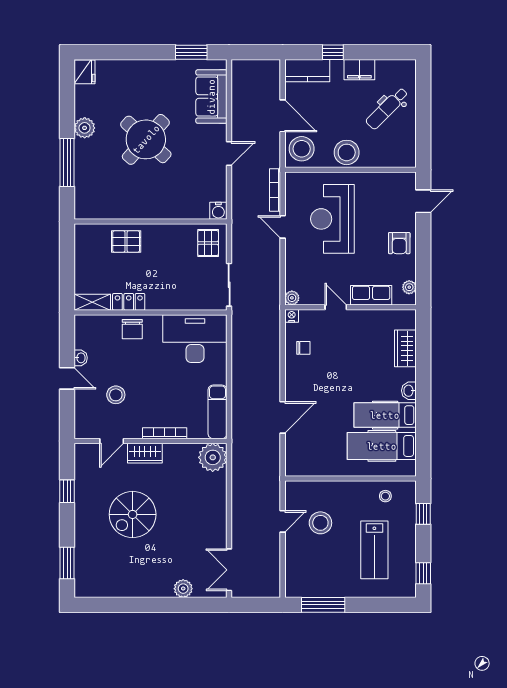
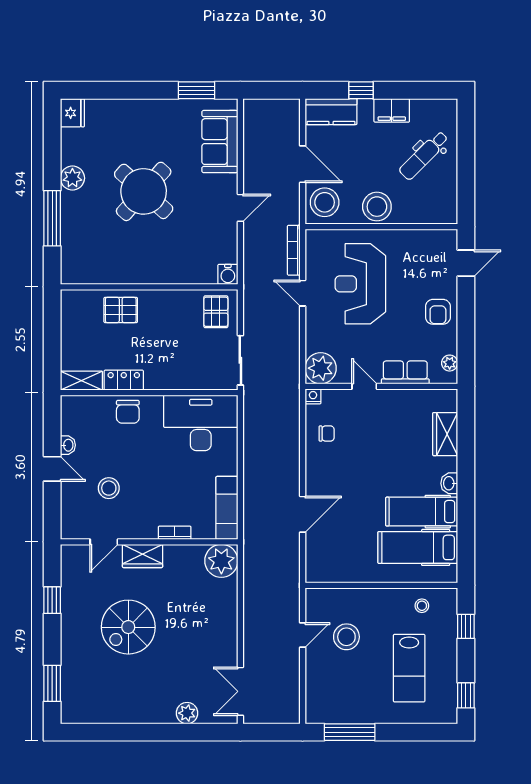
plant: (292, 298) -> (321, 368), width x1.88, depth x1.88
bookcase: (165, 433) -> (175, 533), width x0.64

